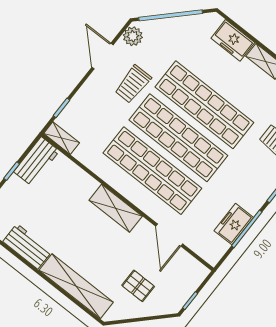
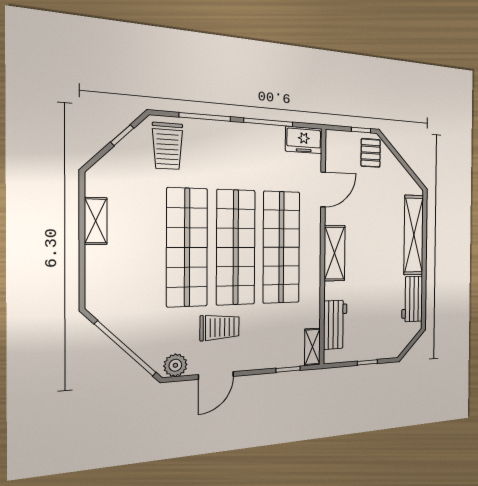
freezer: (233, 40) -> (101, 270), removed
workbench: (36, 161) -> (335, 325), moved, turned 90
freezer: (234, 224) -> (304, 140), moved
pallet: (138, 286) -> (371, 153), moved

